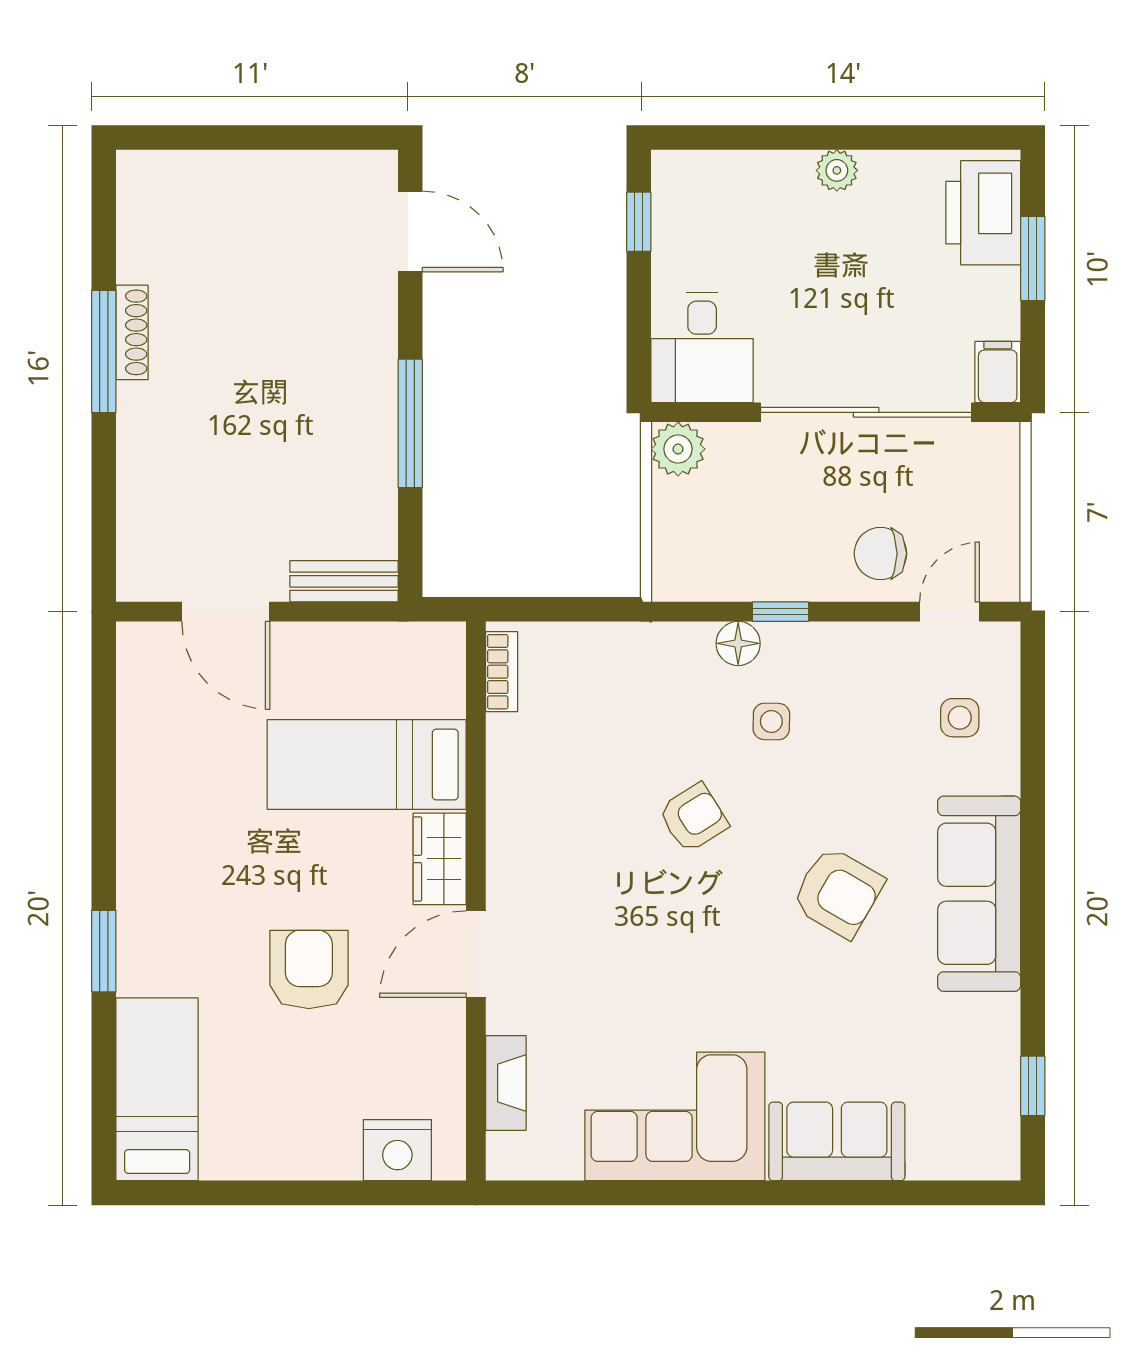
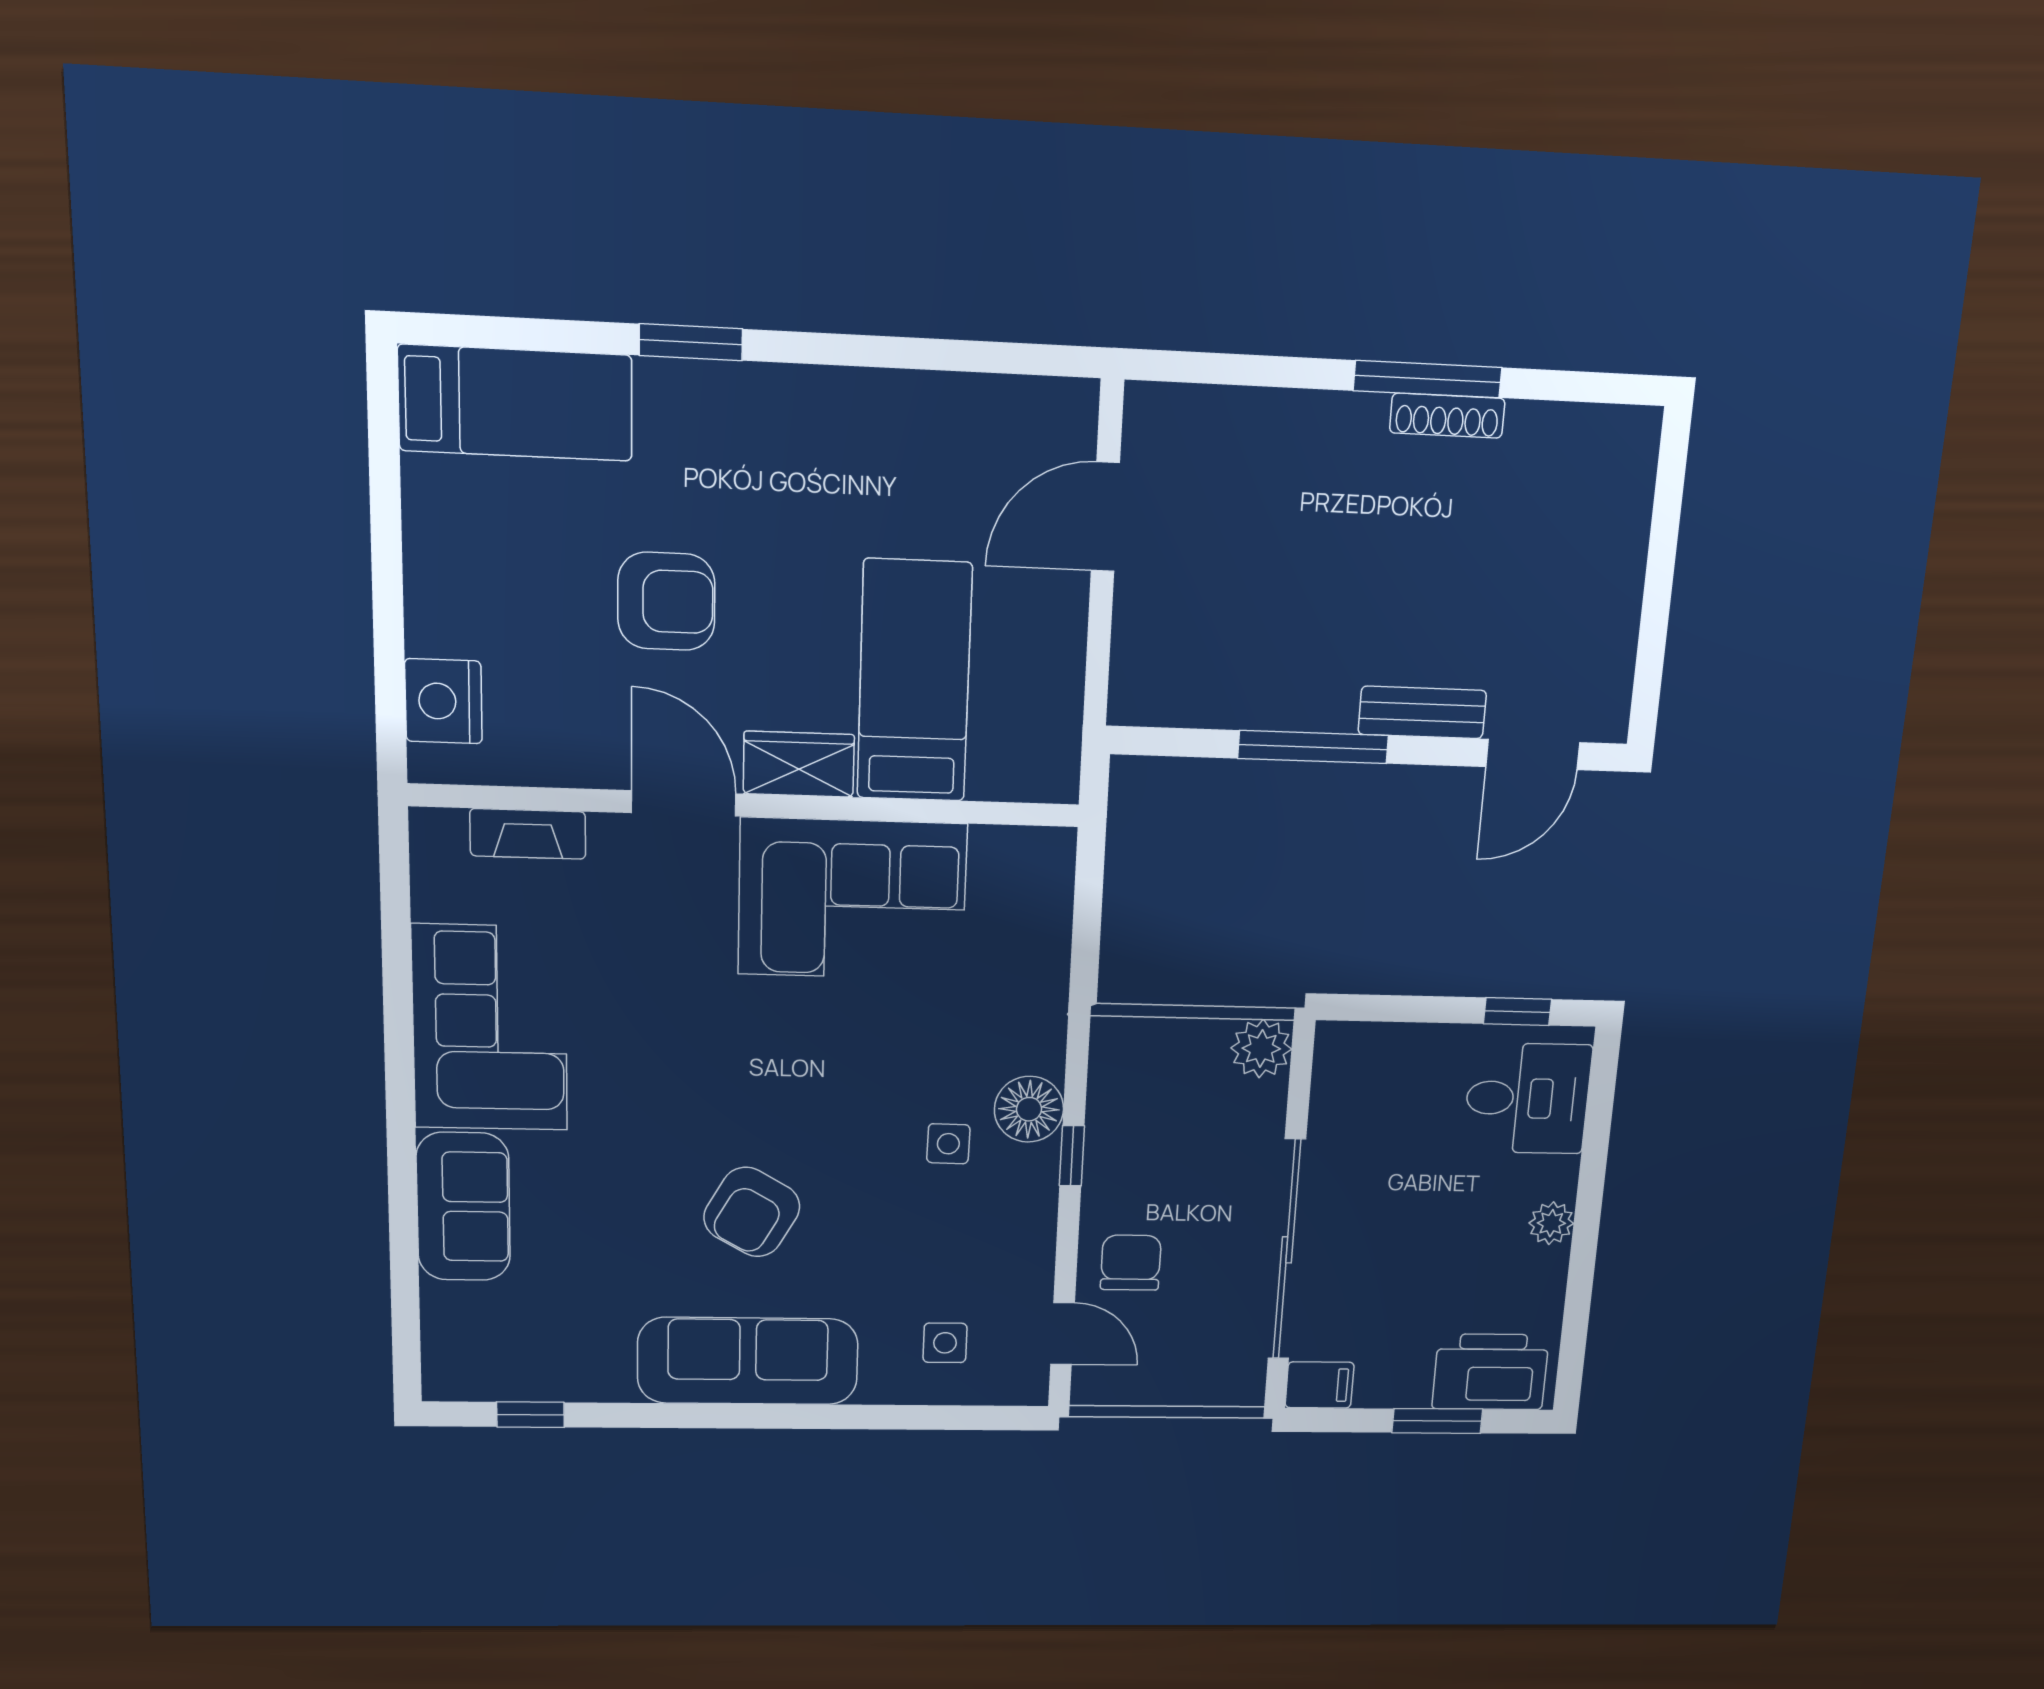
desk: (702, 347) -> (1527, 1098), moved, turned 180
bench: (344, 581) -> (1422, 712), moved, turned 90
floor lamp: (738, 643) -> (1029, 1109), width x1.38, depth x1.38
bookcase: (502, 672) -> (1018, 844), removed
corner sofa: (554, 811) -> (852, 899), added
armchair: (693, 818) -> (841, 1056), removed

